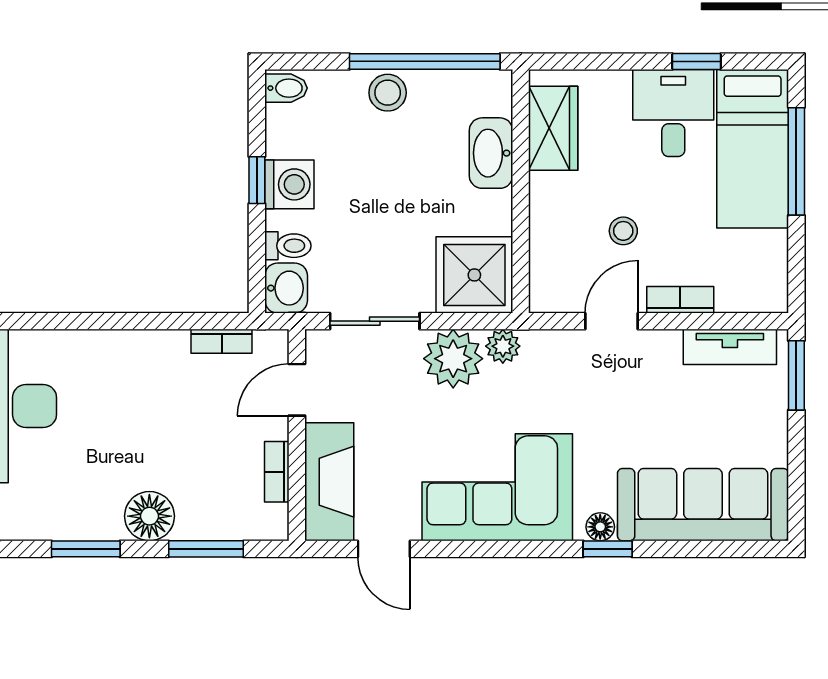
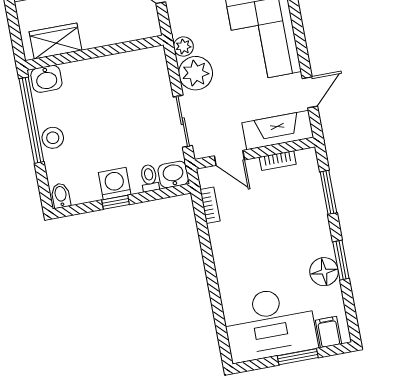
washbasin: (491, 153) -> (46, 79), moved, width x0.72
shower: (474, 275) -> (146, 70), removed
floor lamp: (149, 516) -> (324, 272), moved

